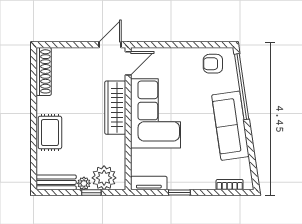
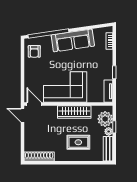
wardrobe: (115, 108) -> (74, 112), moved
rug: (50, 133) -> (78, 142), moved

